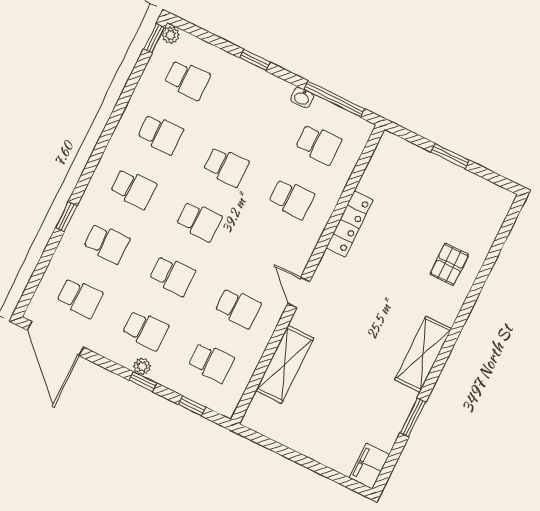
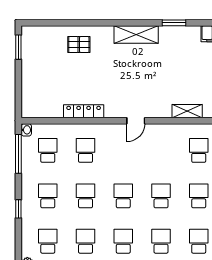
washbasin: (302, 98) -> (26, 130), moved
window: (450, 156) -> (18, 47), moved
school desk: (238, 308) -> (48, 196), moved
shelving: (285, 364) -> (187, 111), width x0.67, depth x0.75

